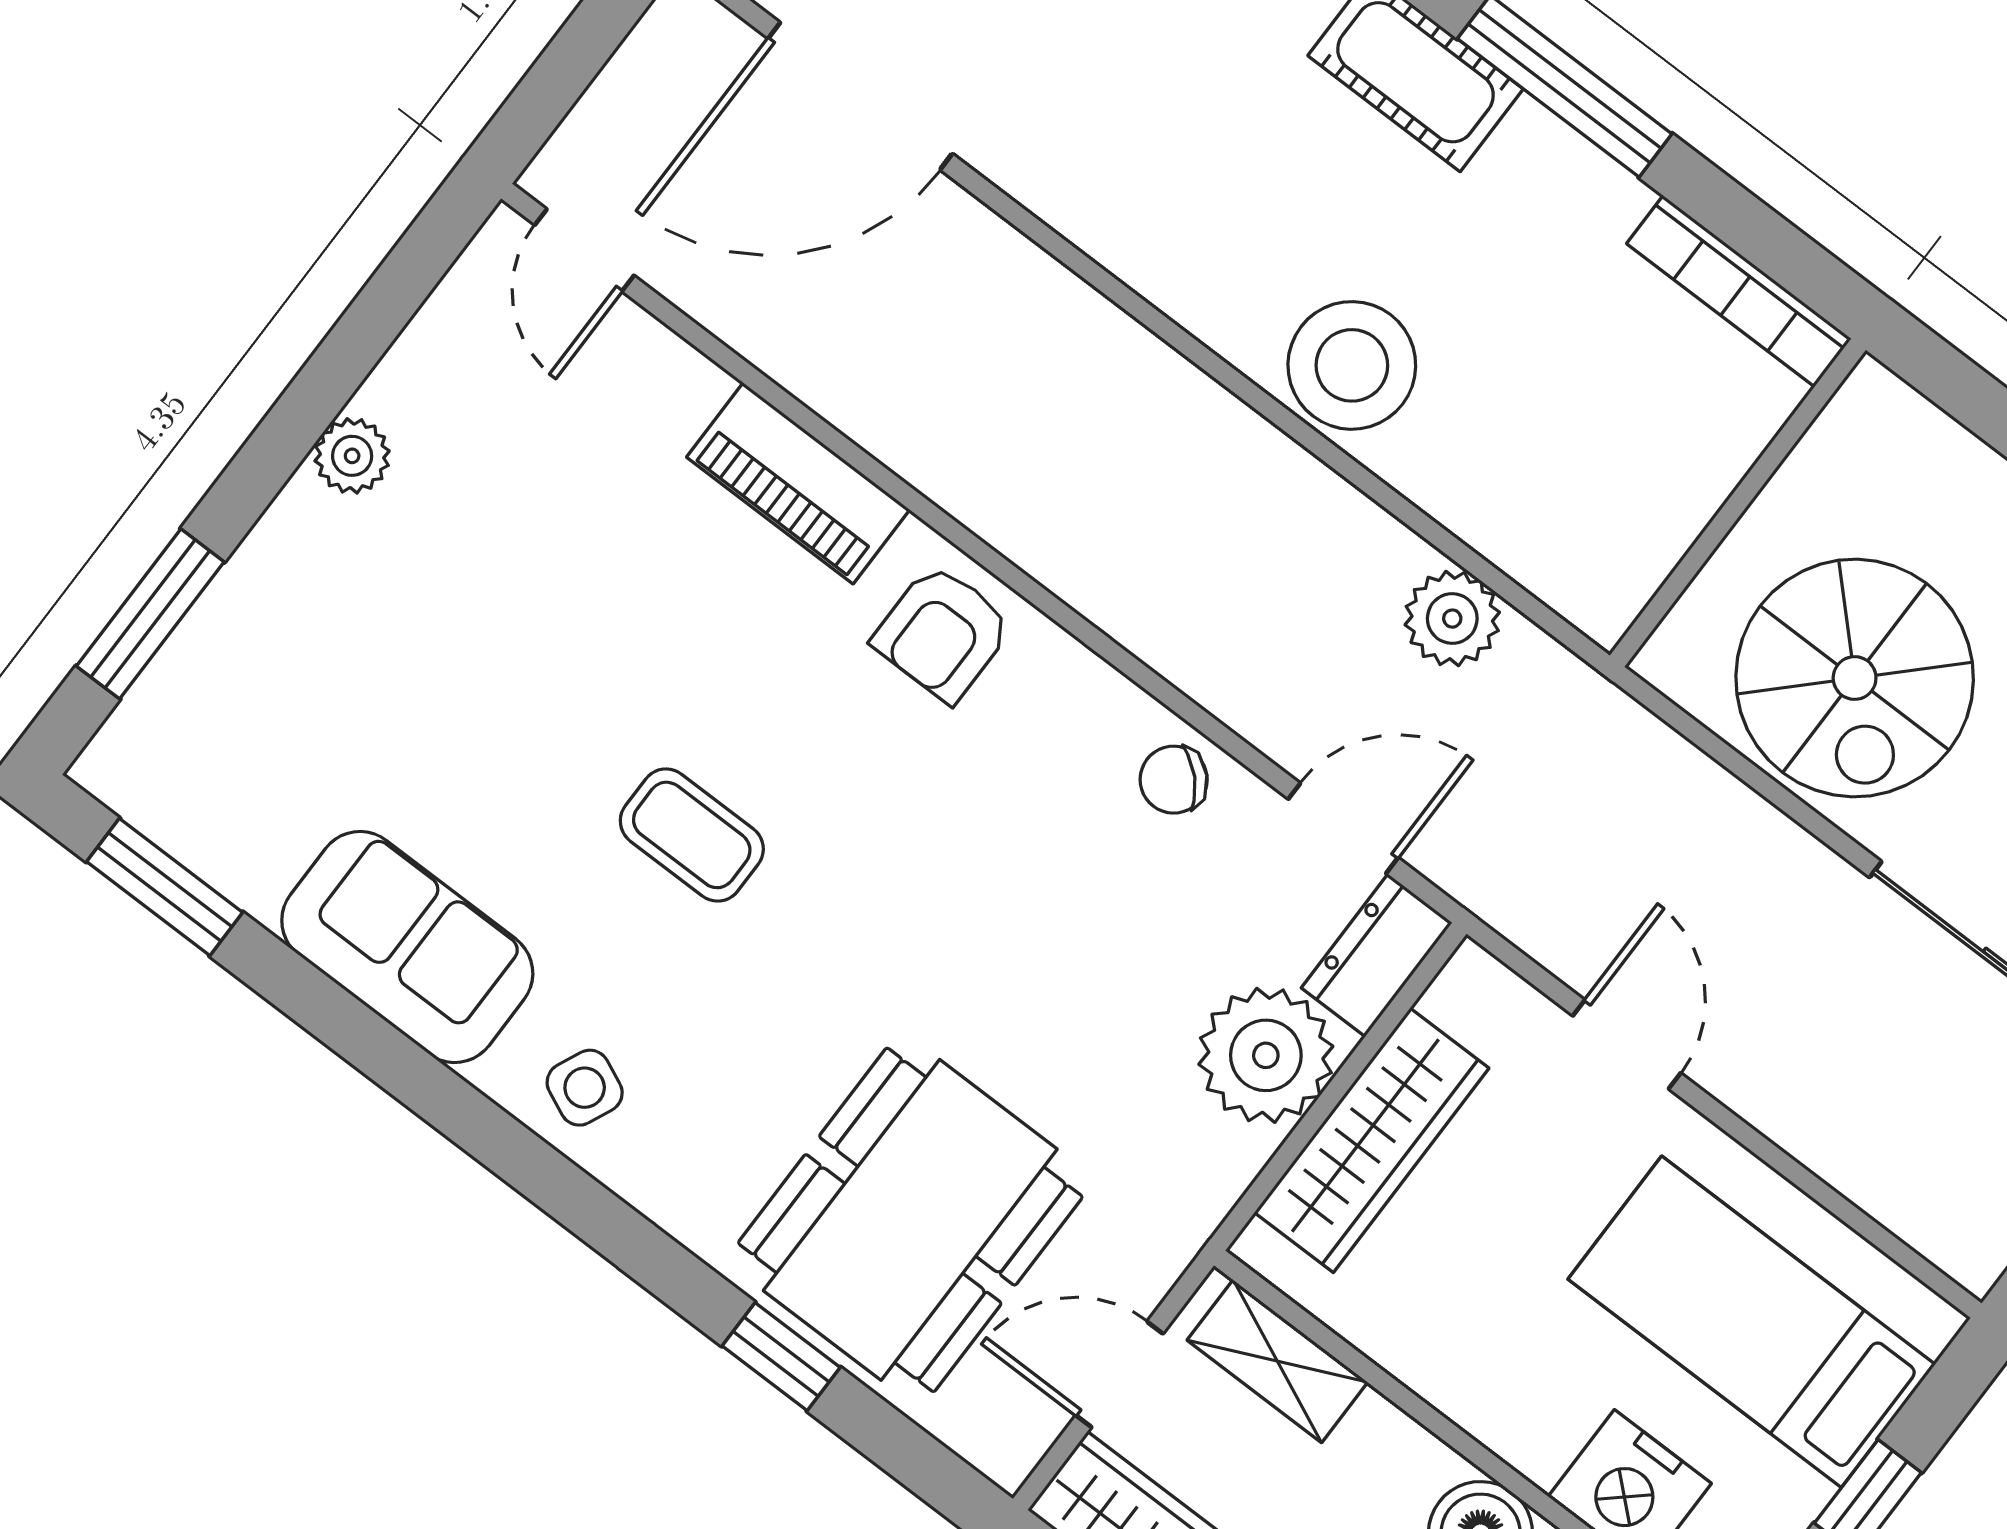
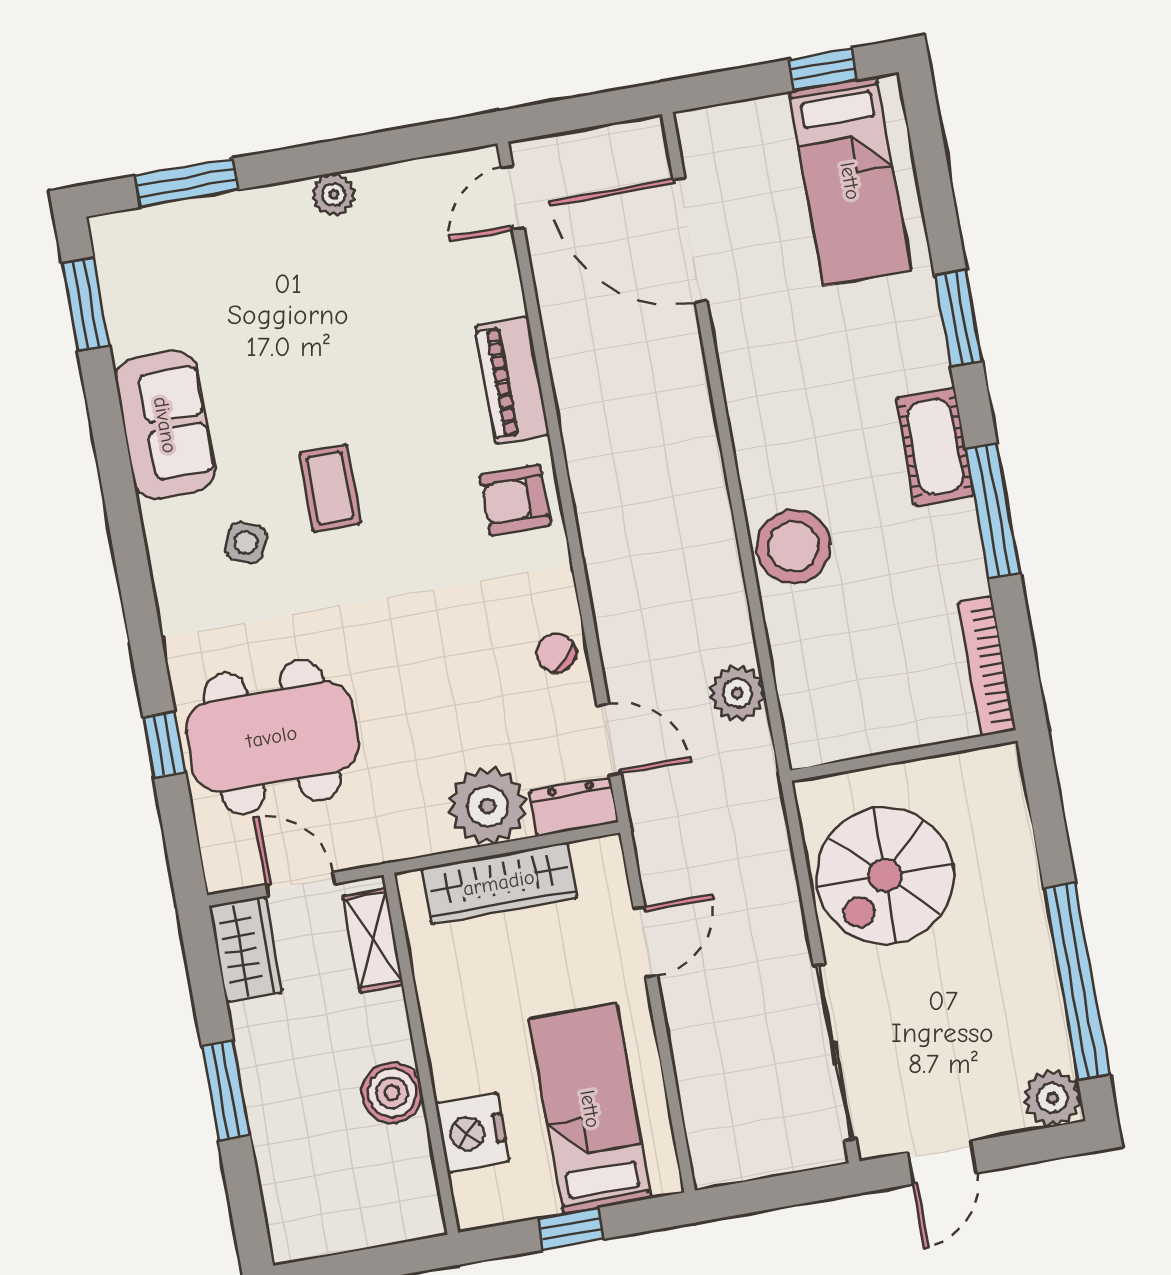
side table: (585, 1088) -> (246, 542), moved

